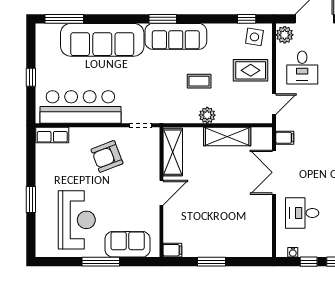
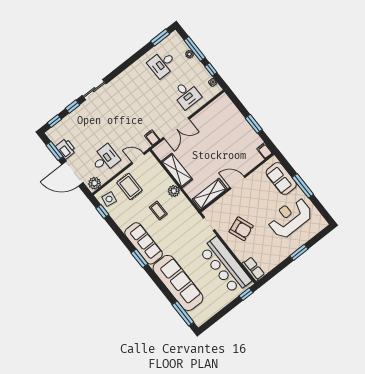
window: (31, 77) -> (246, 294), moved

